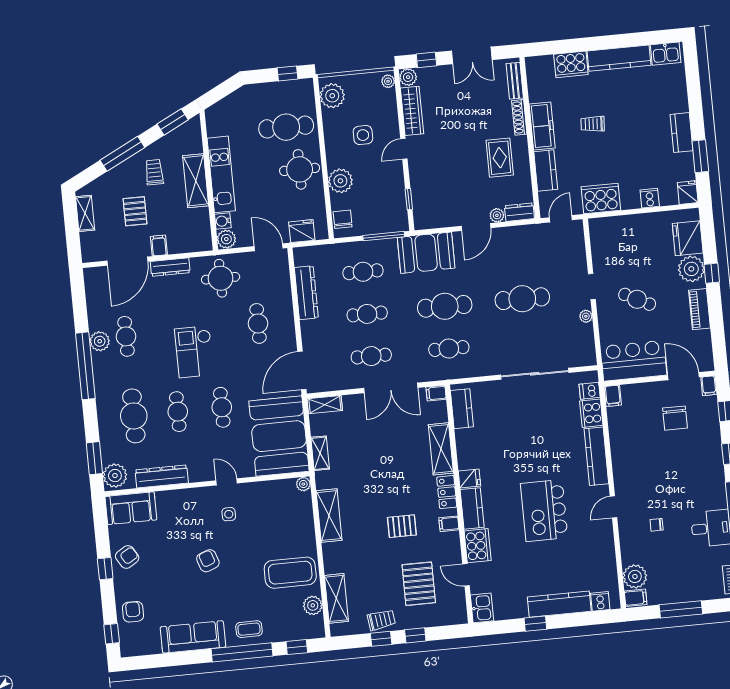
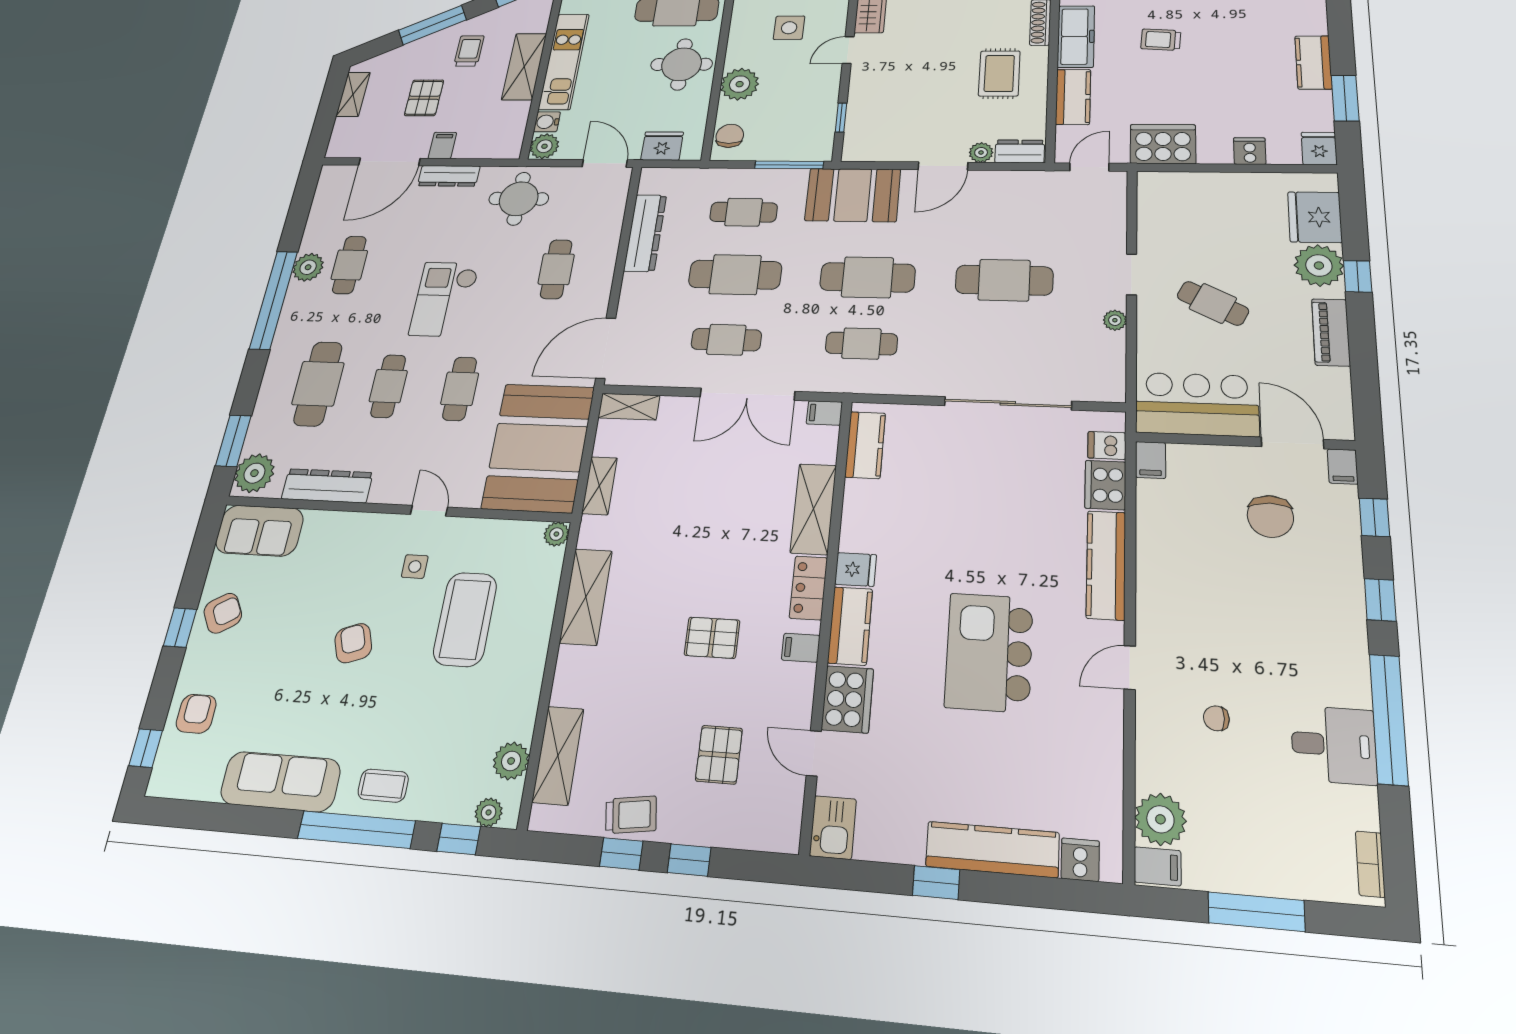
cafe table: (367, 314) -> (735, 275), width x1.37, depth x1.35
coffee table: (290, 573) -> (465, 619), moved, turned 90
pallet: (419, 584) -> (719, 755), width x0.67, depth x0.71
plant: (308, 632) -> (489, 812), added

